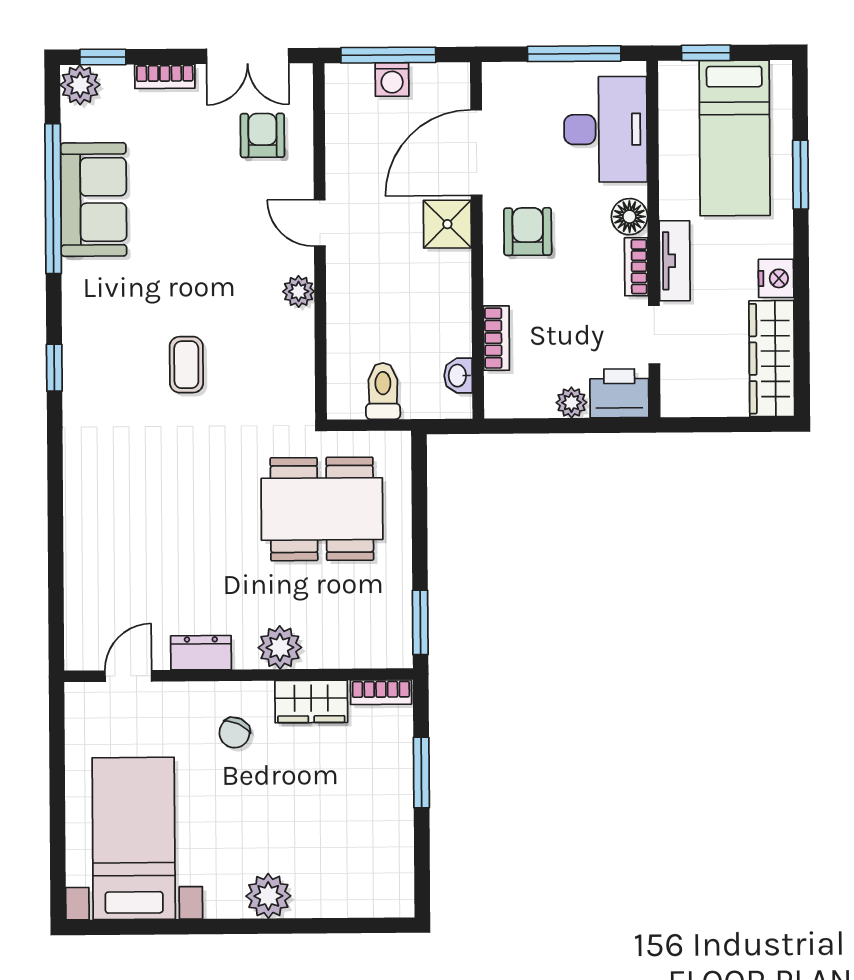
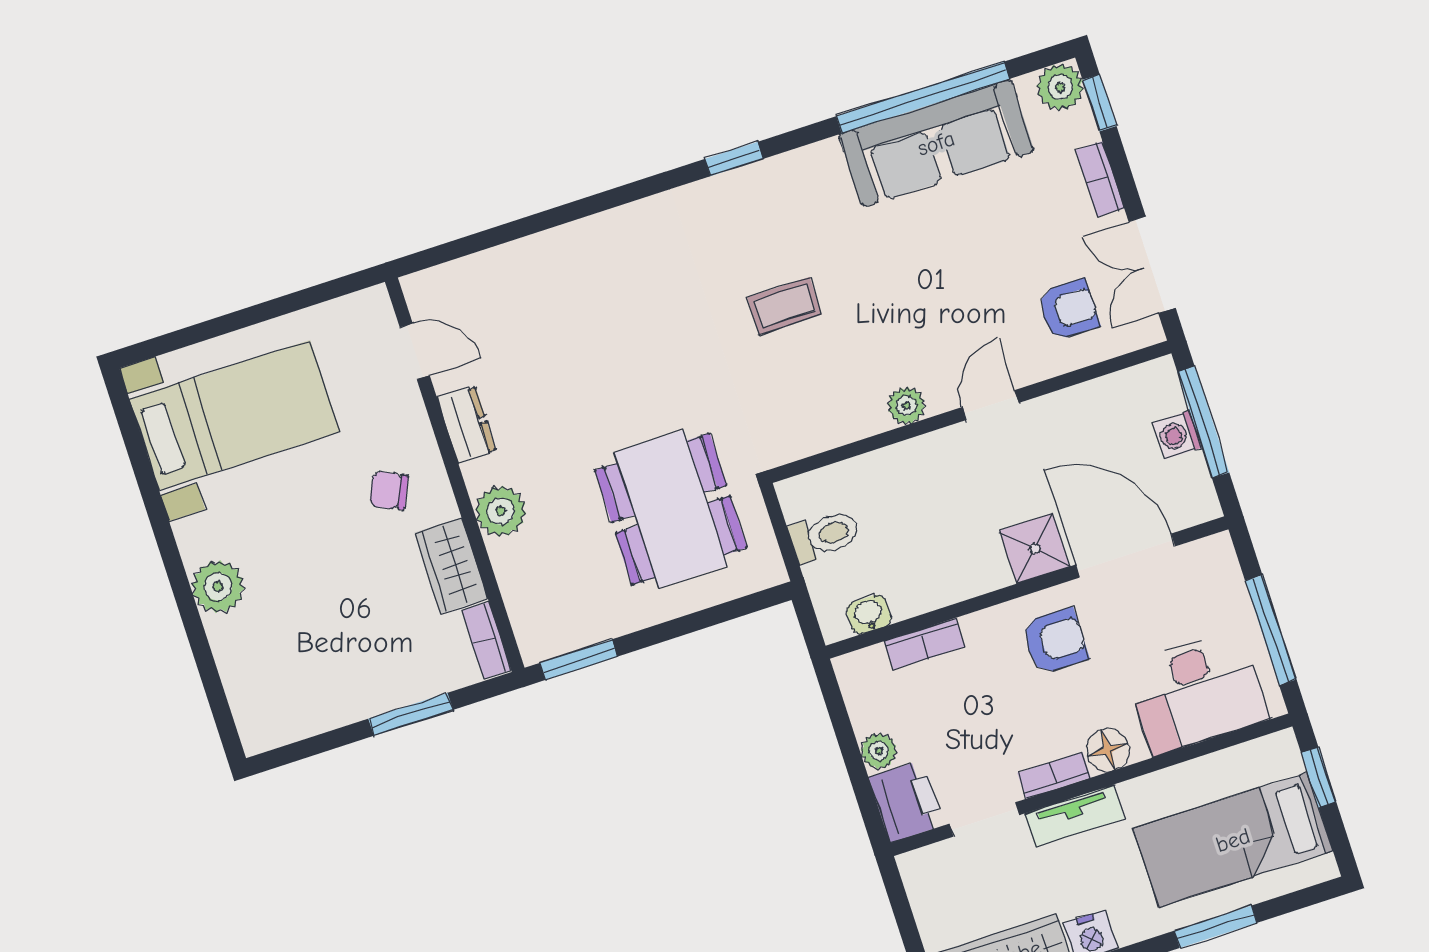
sofa: (94, 200) -> (936, 143), width x1.36

